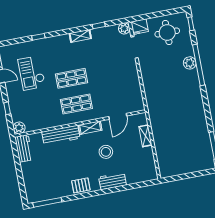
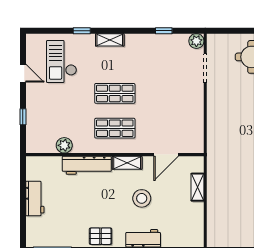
fridge: (140, 27) -> (217, 42), removed
shelving: (80, 36) -> (110, 40), moved
checkout: (32, 73) -> (62, 62), moved
plant: (19, 128) -> (64, 145), moved
workbench: (24, 148) -> (35, 198), moved

